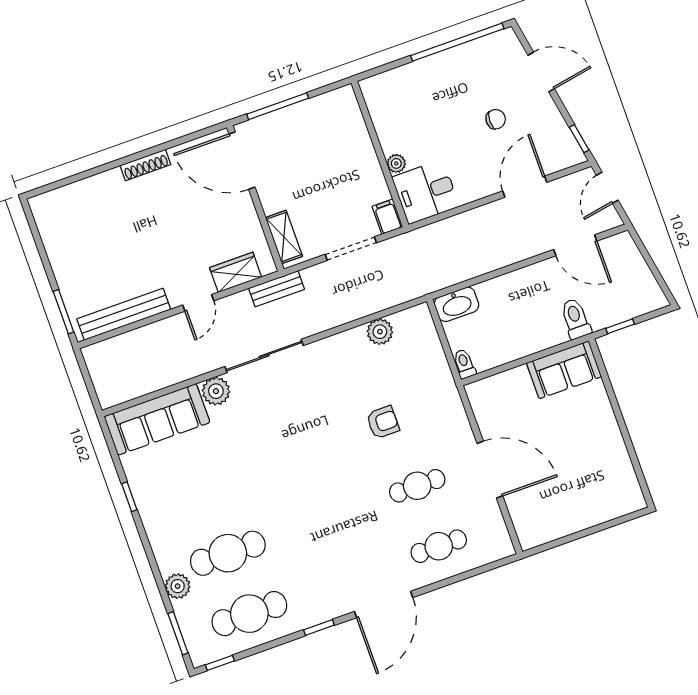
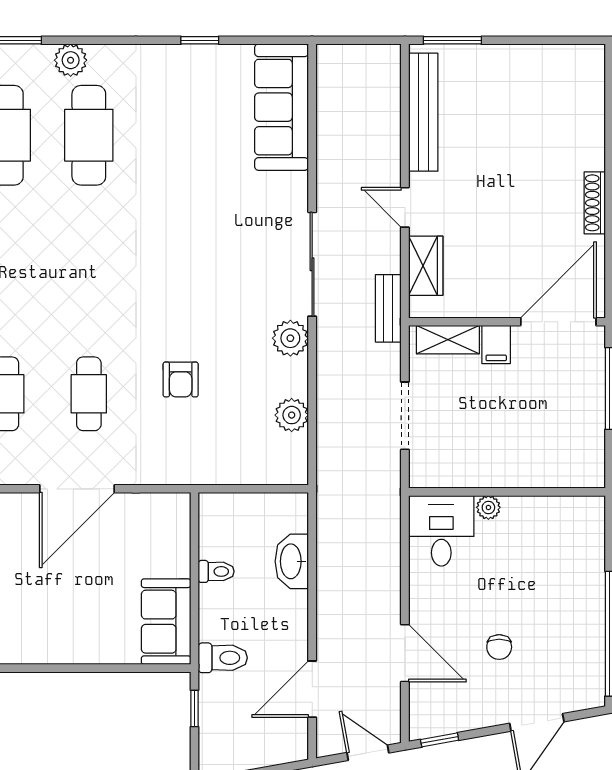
filing cabinet: (387, 217) -> (496, 345), moved, turned 90
washbasin: (457, 304) -> (292, 561), moved
toilet: (464, 364) -> (216, 571), moved
plant: (216, 391) -> (290, 338), moved

